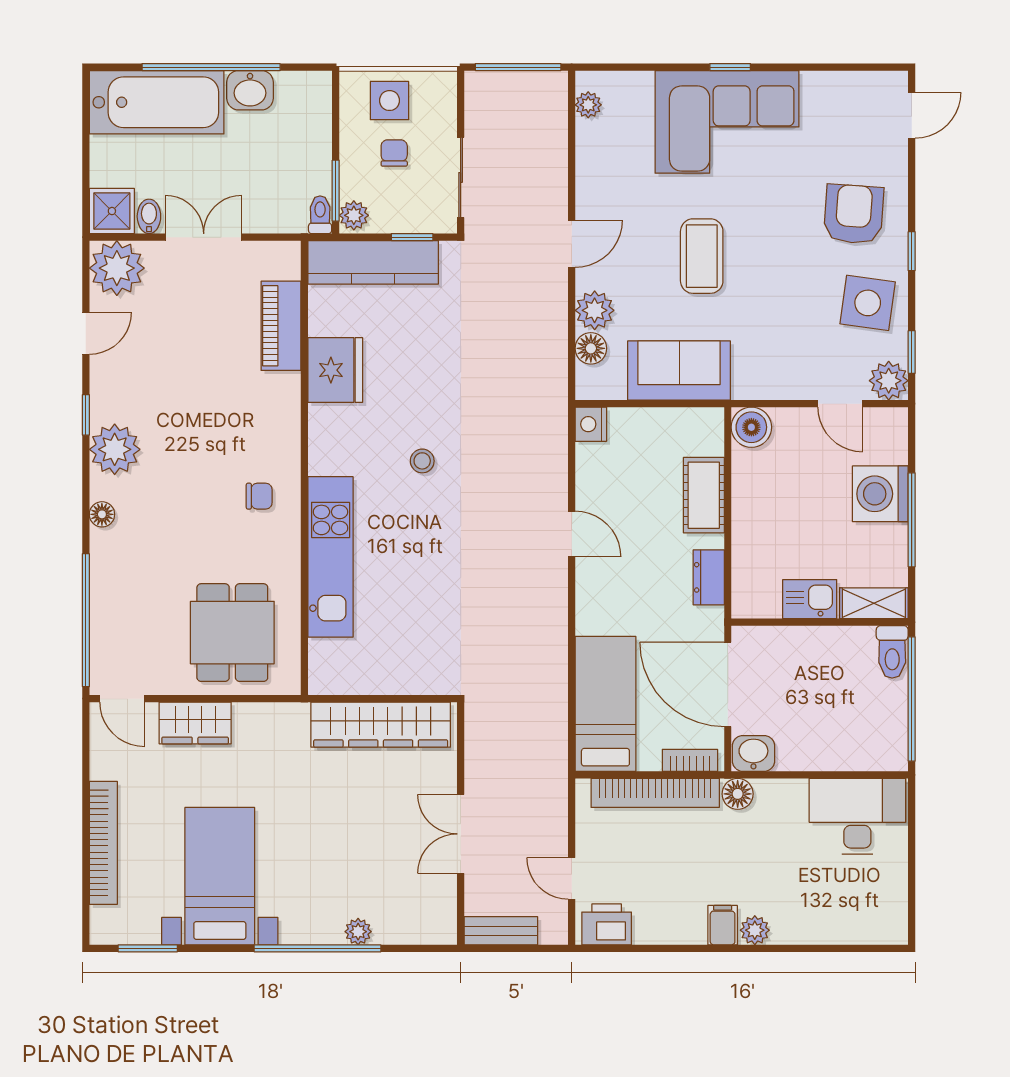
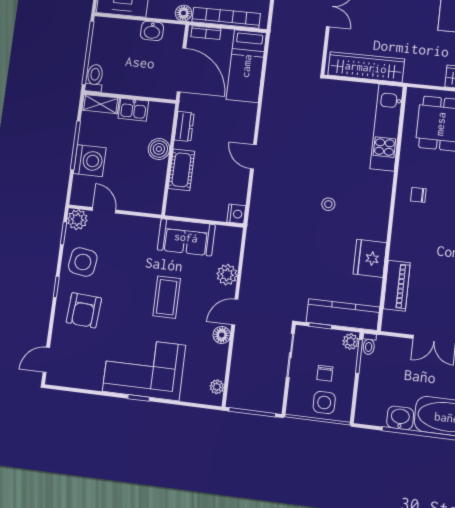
floor lamp: (591, 348) -> (222, 335), moved
boiler: (751, 427) -> (159, 149), moved
kitchen unit: (331, 557) -> (387, 128), moved
washbasin: (753, 753) -> (152, 31), moved

